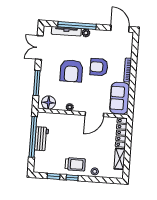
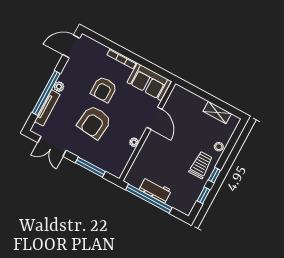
armchair: (71, 71) -> (94, 122), turned 96
floor lamp: (49, 103) -> (118, 164), removed
locker: (121, 133) -> (189, 97), removed

